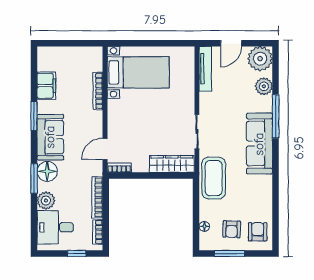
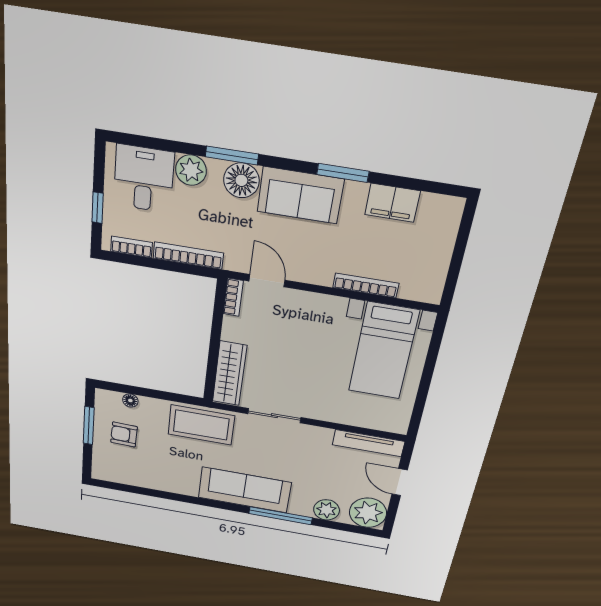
armchair: (258, 232) -> (118, 465), removed

